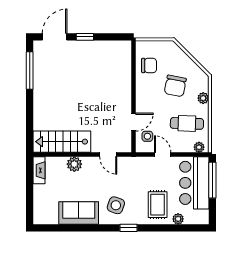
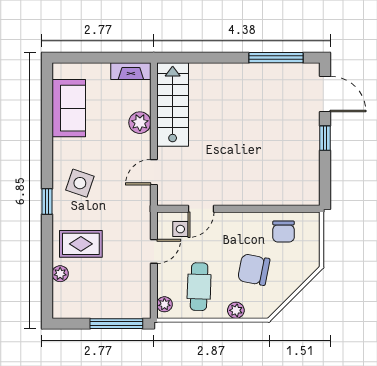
door: (133, 122) -> (201, 209), hinge flipped
bar counter: (194, 183) -> (113, 297), removed
sofa: (79, 213) -> (69, 108), moved

